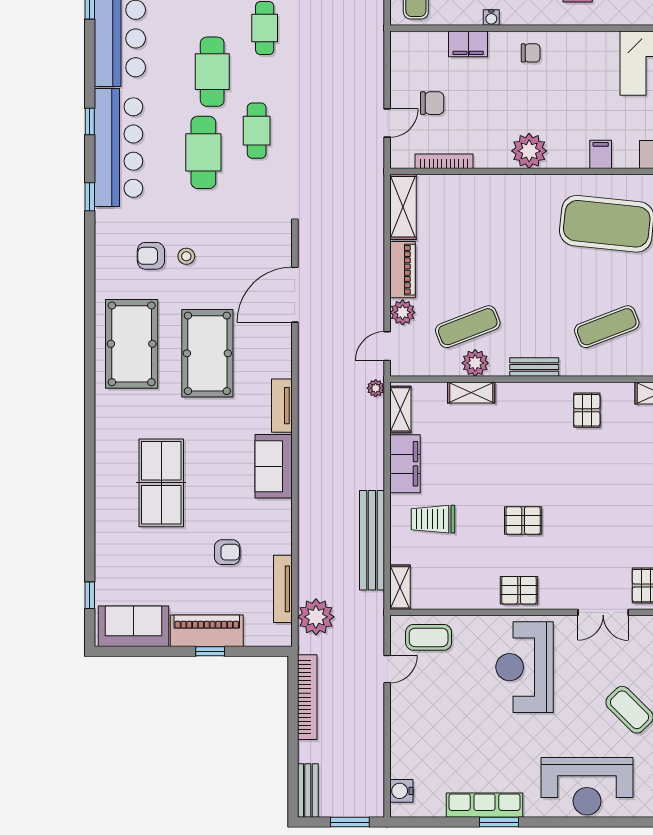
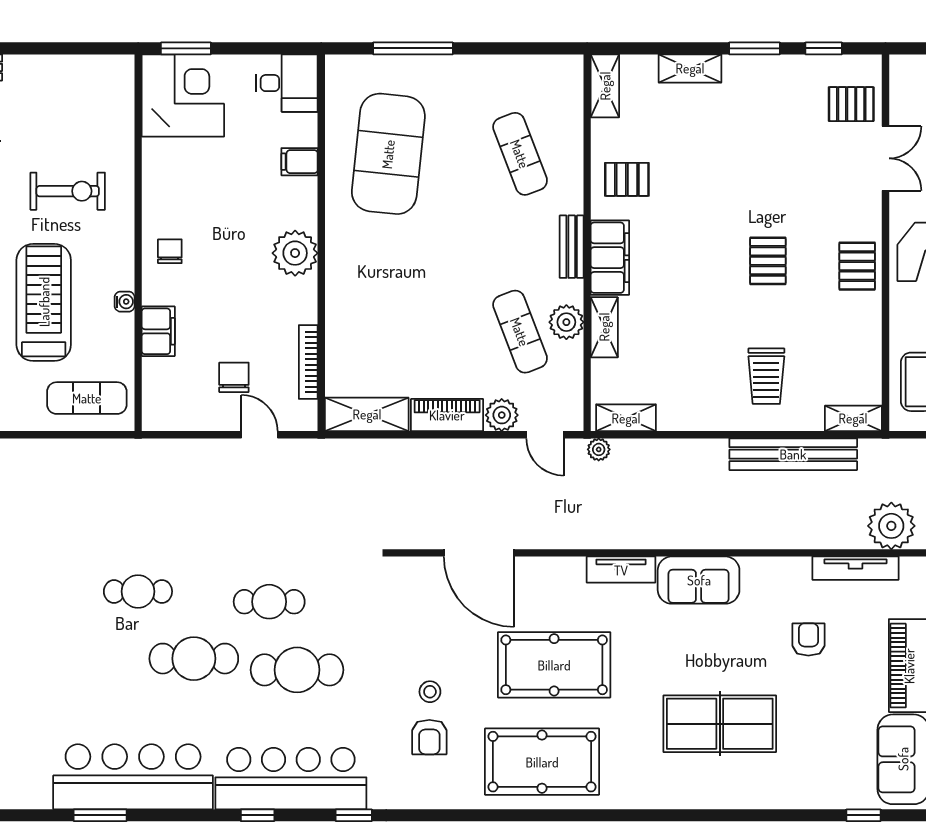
filing cabinet: (405, 464) -> (610, 258), moved, turned 90

